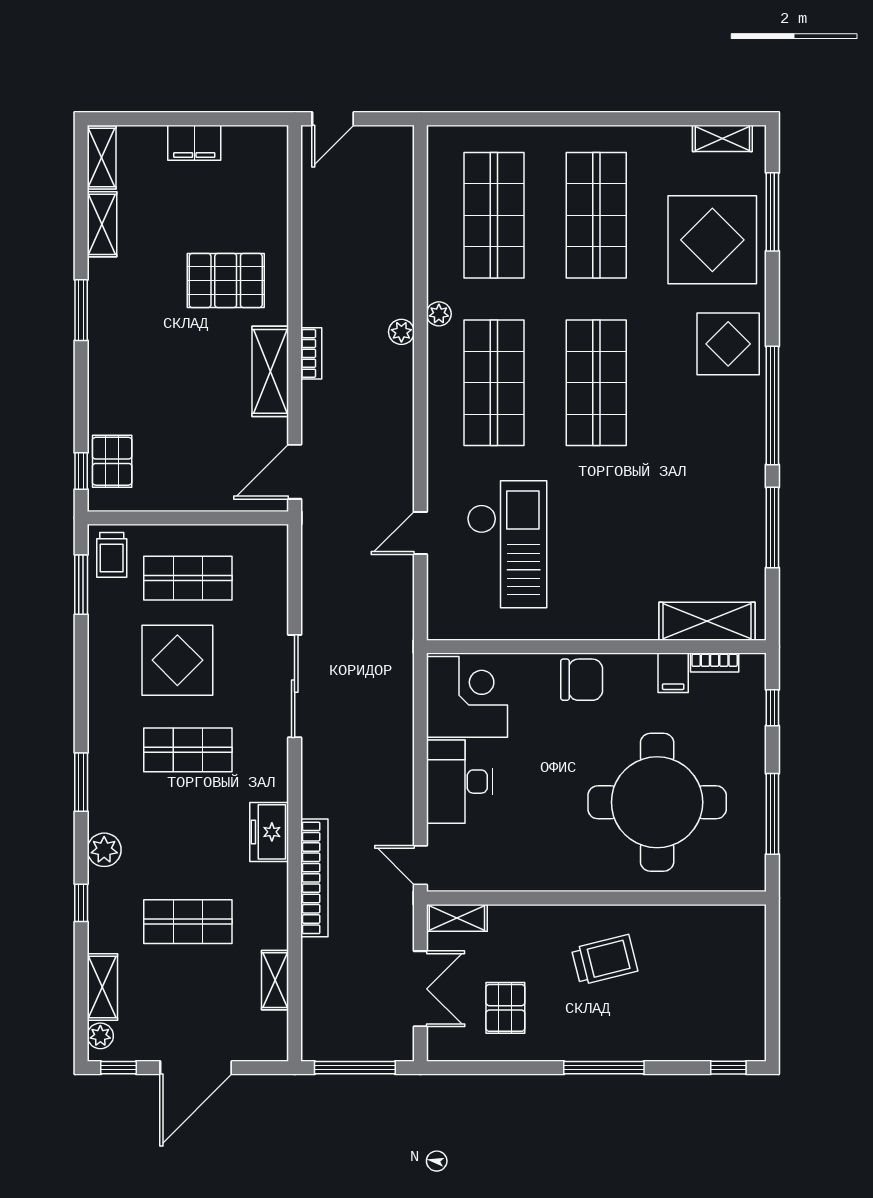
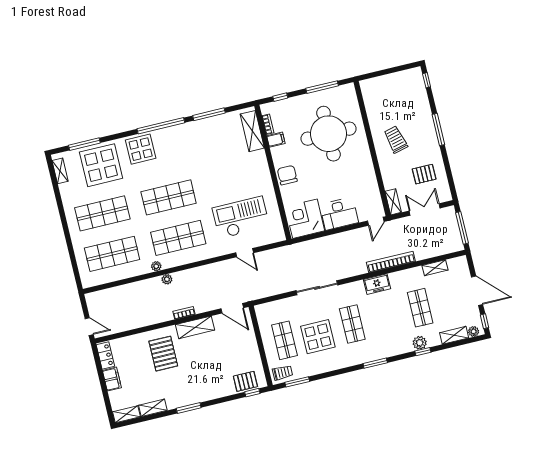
locker: (255, 141) -> (105, 355), added
plant: (104, 850) -> (420, 343), moved

